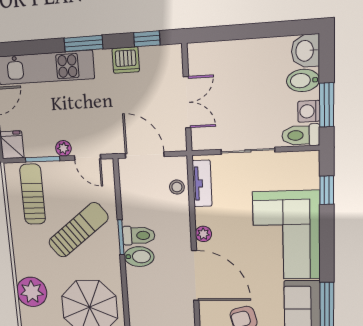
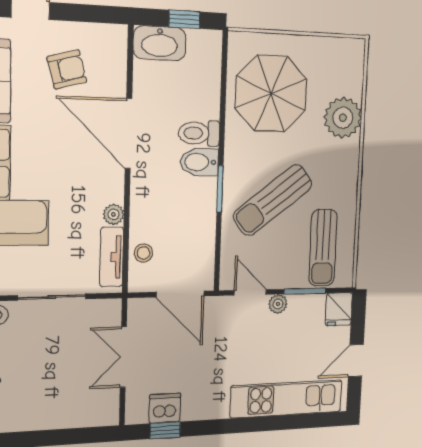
window: (83, 43) -> (239, 425), removed
dishwasher: (126, 60) -> (165, 408), moved
plant: (203, 234) -> (114, 214), moved
toilet: (139, 235) -> (199, 133), moved

